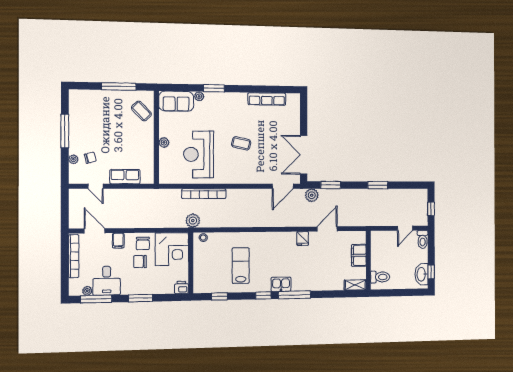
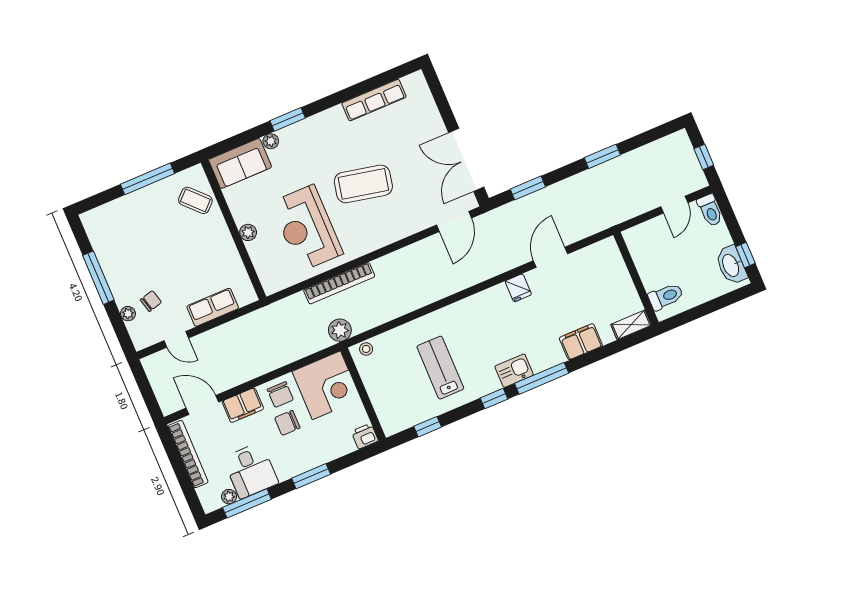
coffee table: (241, 143) -> (363, 184), width x1.86, depth x1.72
plant: (312, 195) -> (505, 216), removed
filing cabinet: (118, 241) -> (243, 405), width x2.00
filing cabinet: (359, 255) -> (581, 342), moved, turned 90

